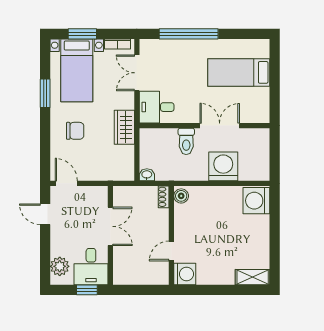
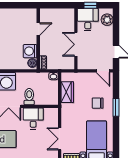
double door: (137, 73) -> (60, 139), swing flipped
window: (45, 93) -> (116, 107), moved
desk: (157, 107) -> (33, 119), moved, turned -90
wardrobe: (124, 127) -> (67, 92), moved
washing machine: (185, 274) -> (30, 51), moved

